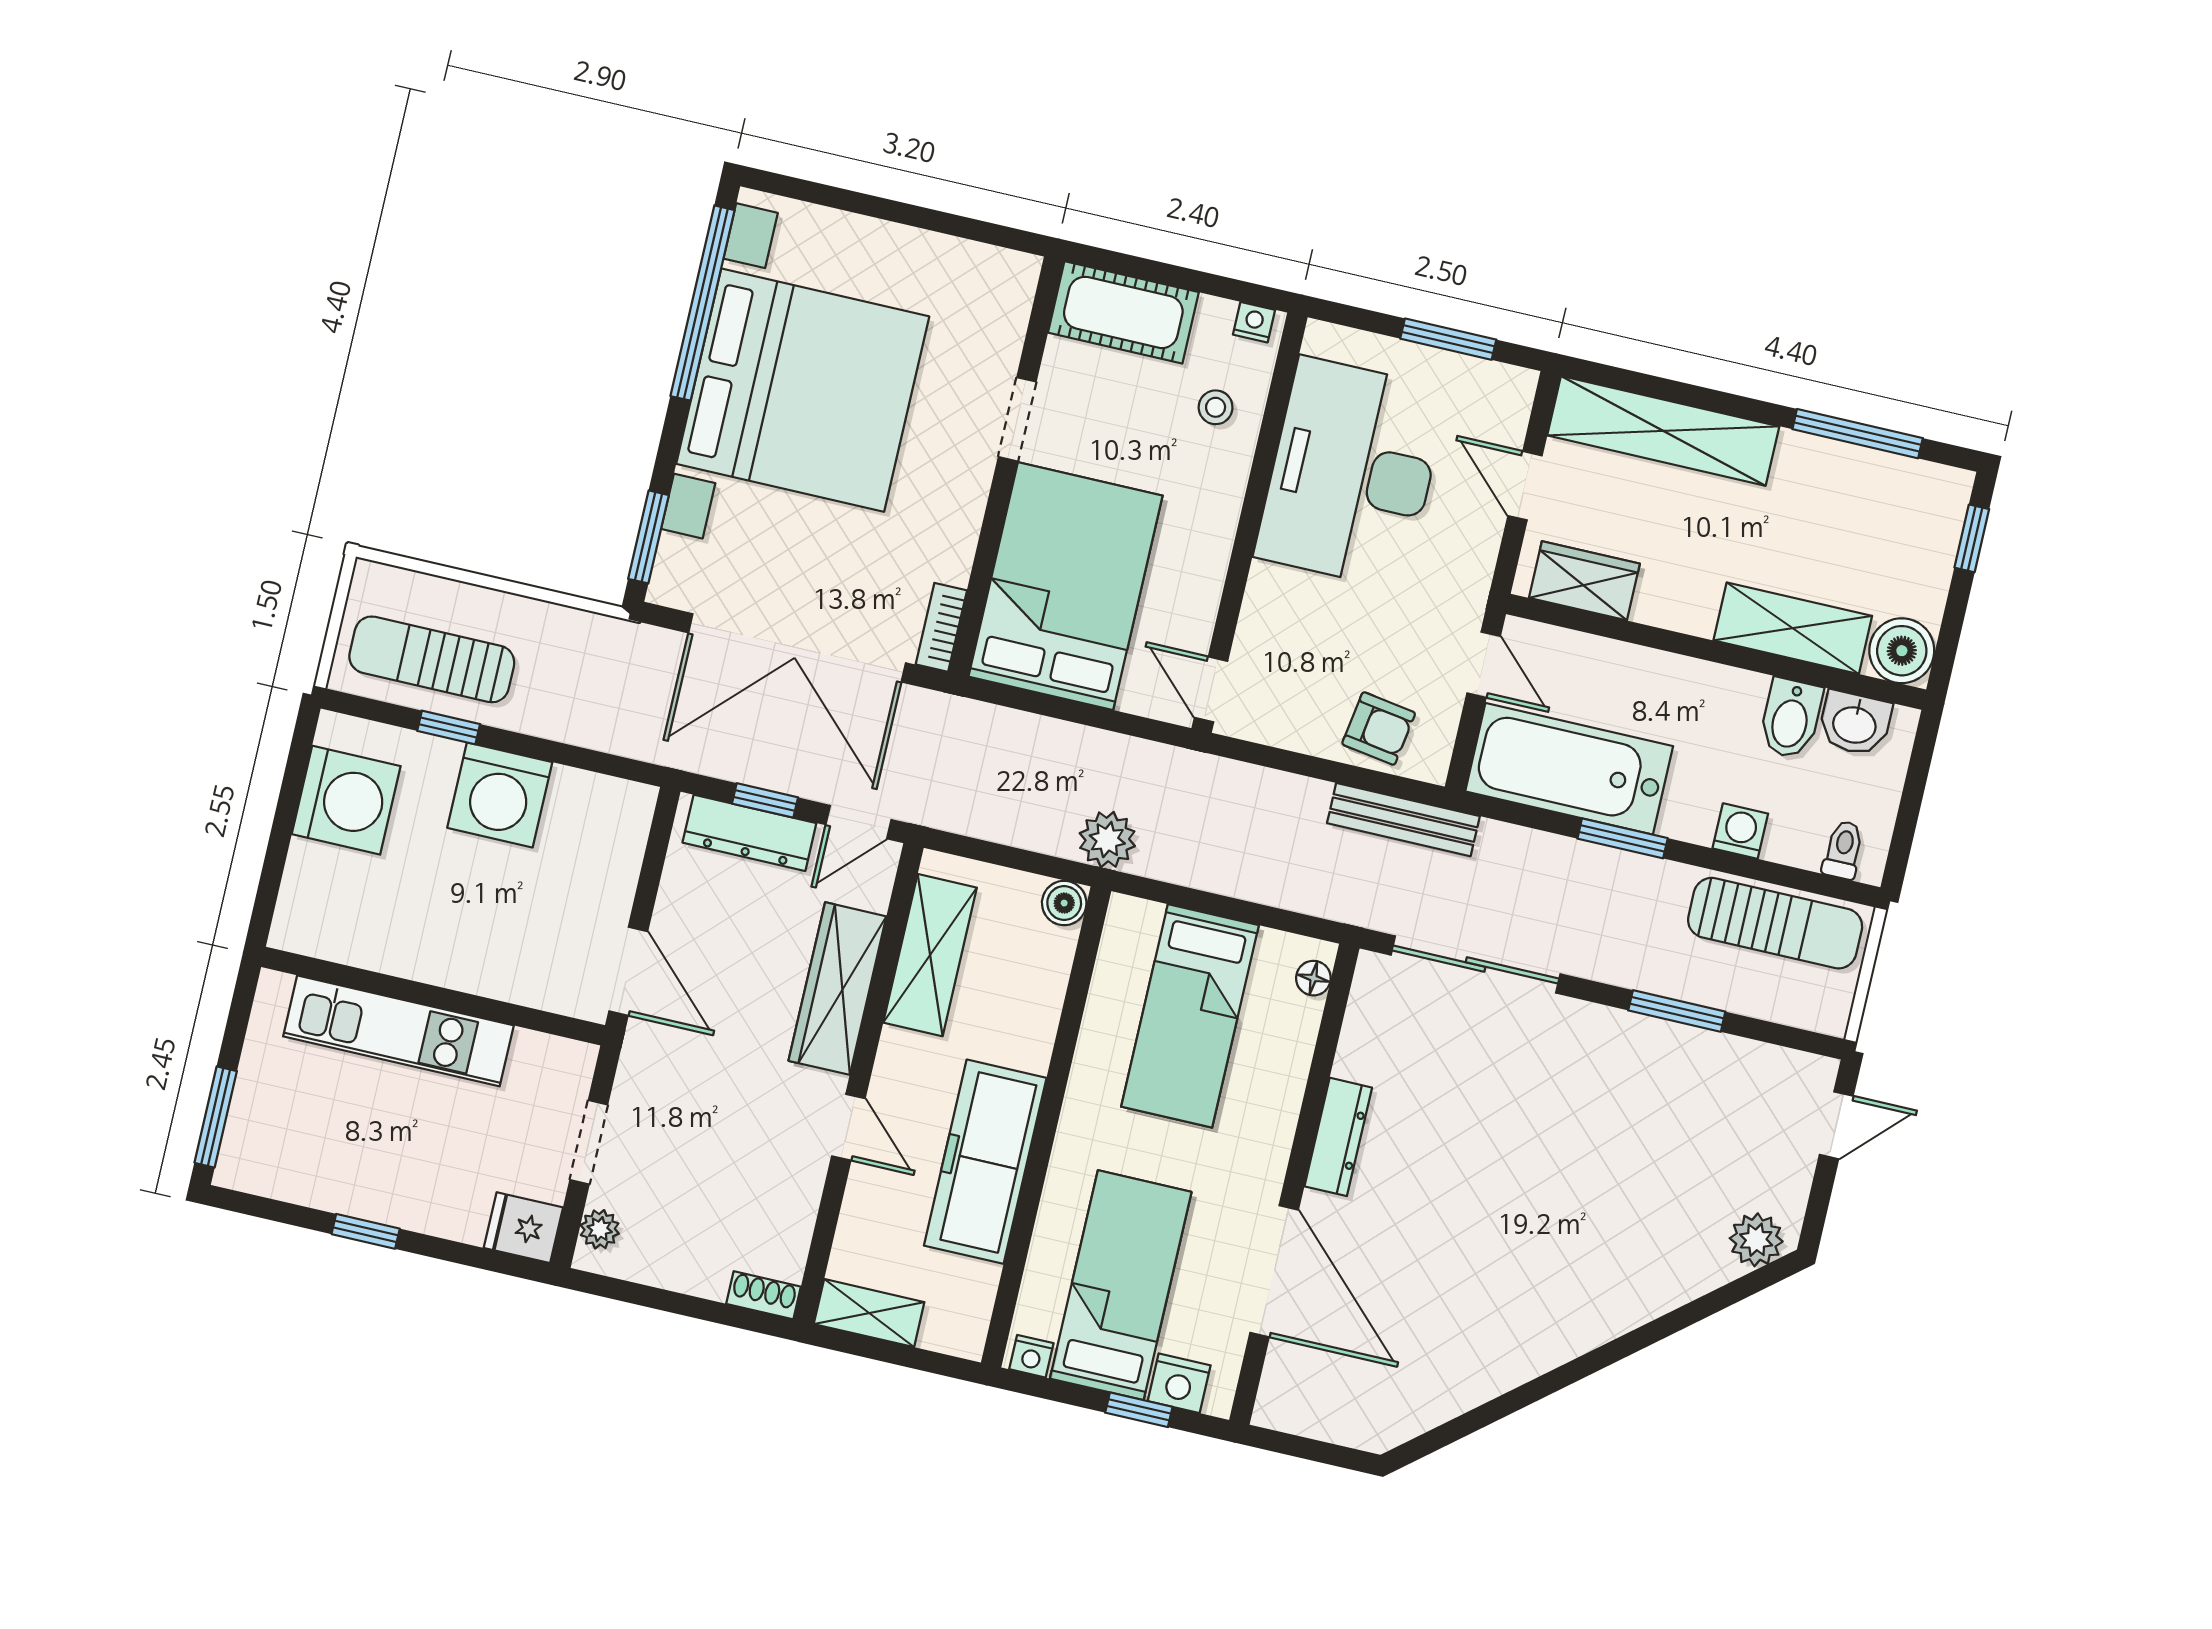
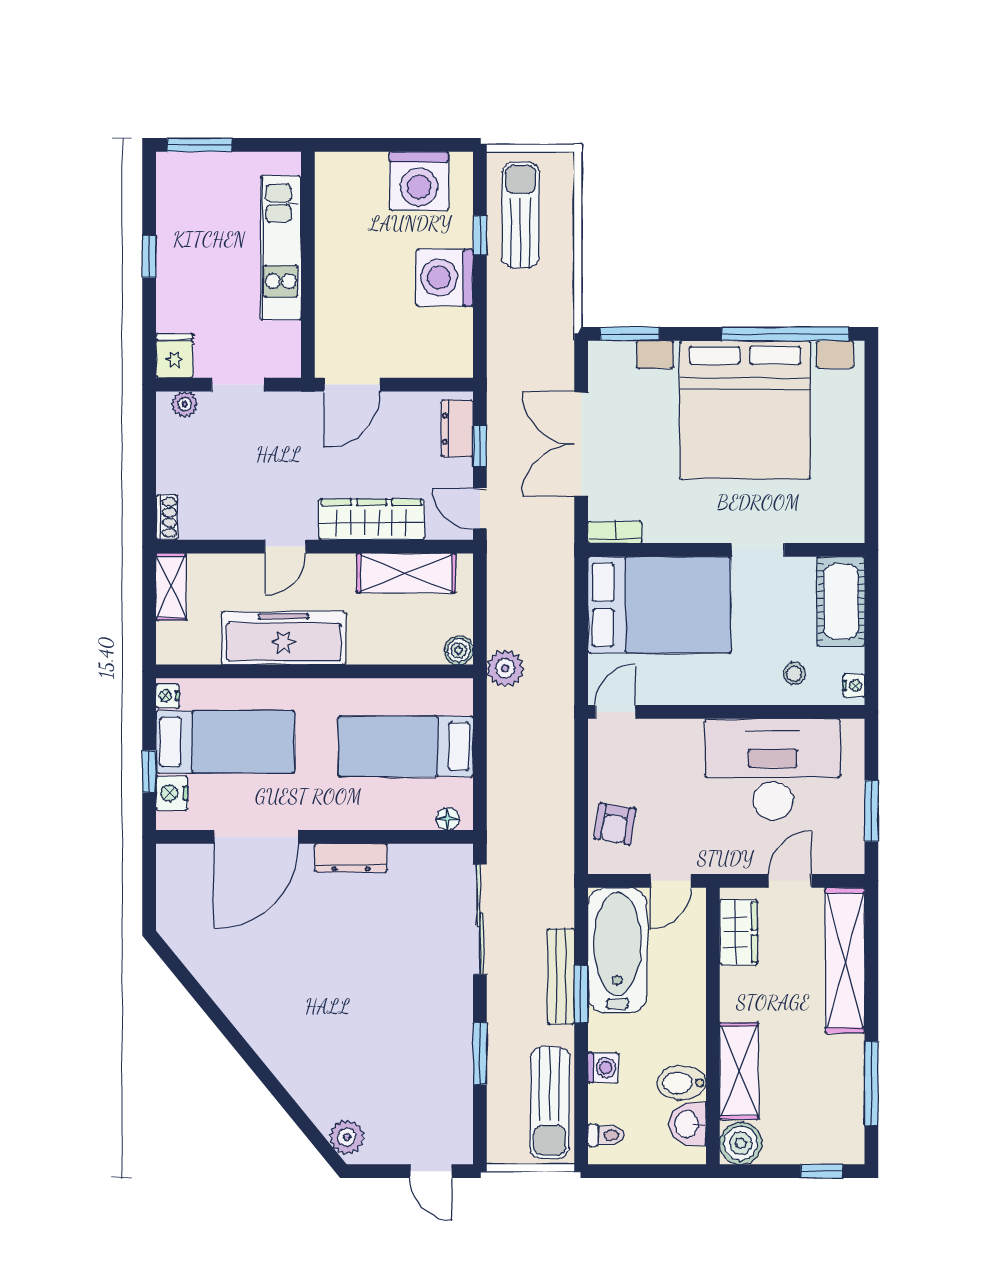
double door: (797, 648) -> (581, 444), width x0.73
bench: (1403, 820) -> (561, 976), moved
dresser: (749, 833) -> (457, 429), width x0.70

